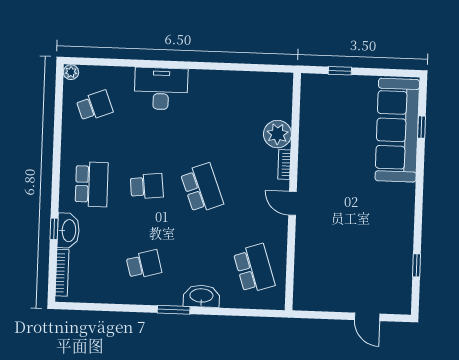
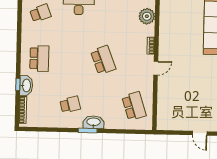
plant: (277, 134) -> (147, 16), moved
school desk: (147, 186) -> (71, 59), removed
door: (293, 203) -> (156, 68), swing flipped
washbasin: (201, 296) -> (94, 122), moved

